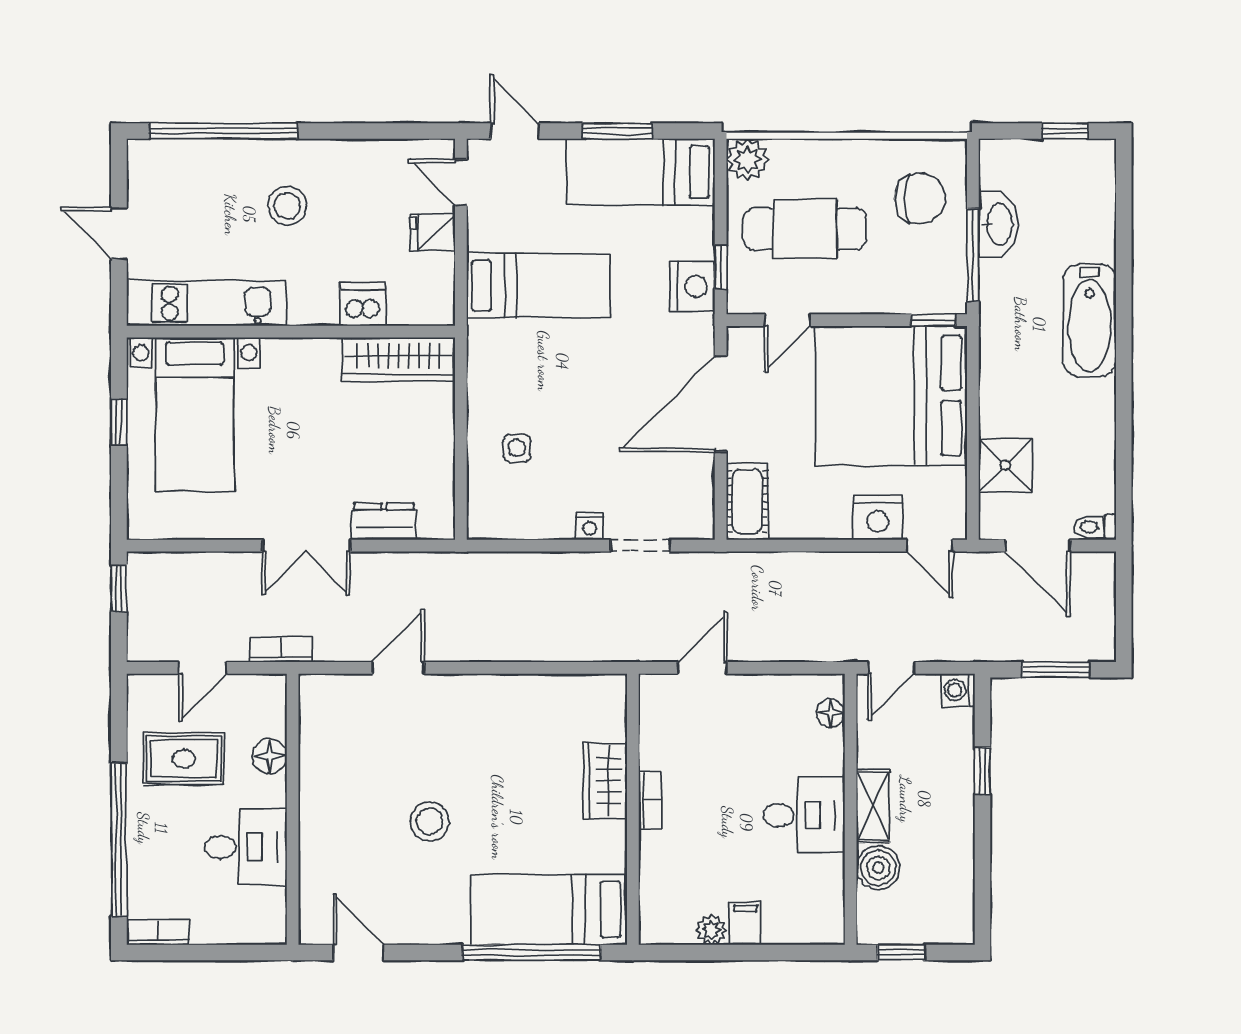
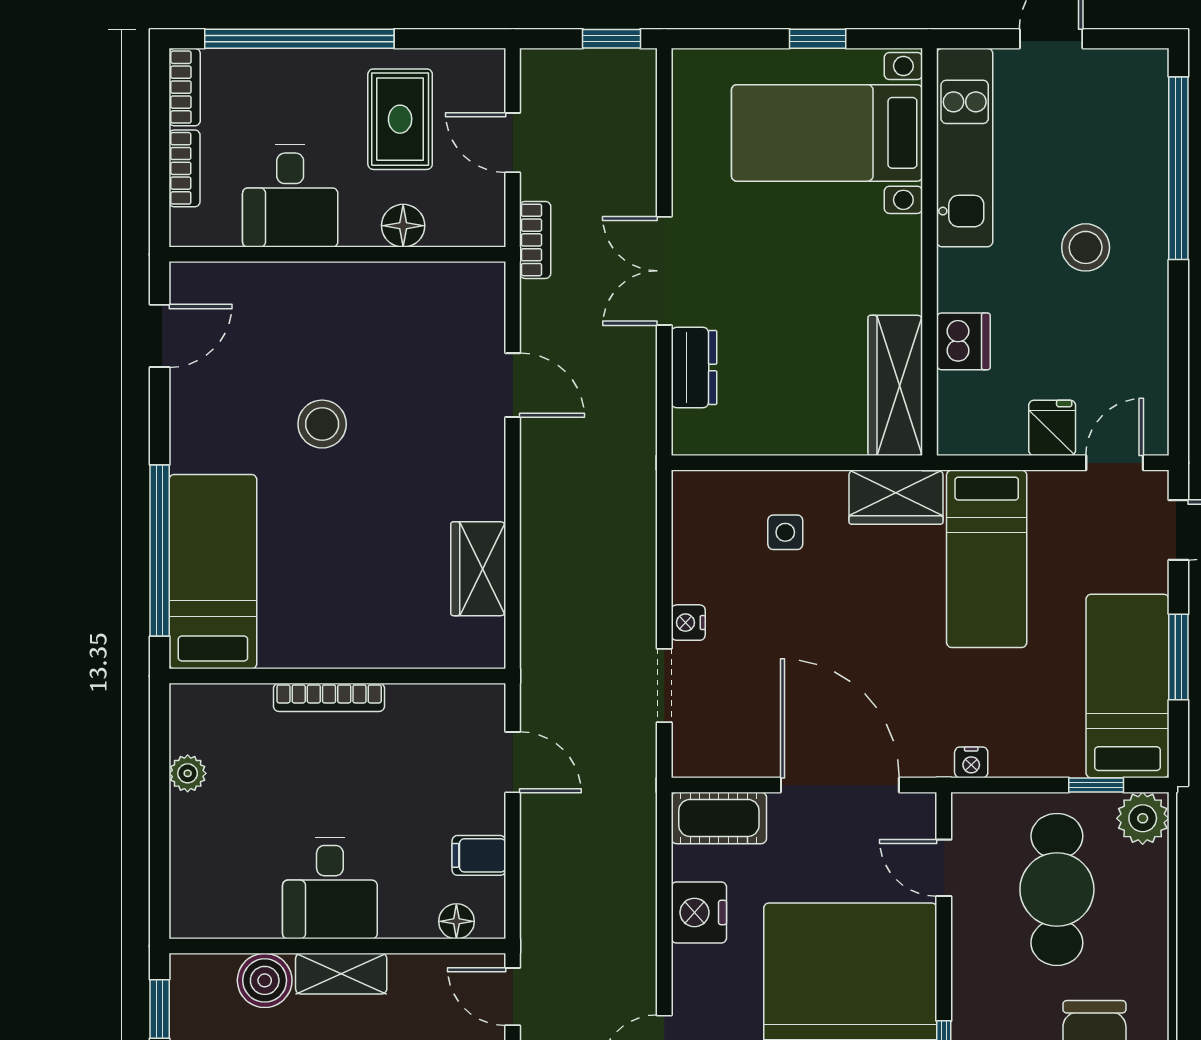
window: (721, 267) -> (1096, 785), moved
nightstand: (692, 286) -> (971, 762), width x0.53, depth x0.56
wardrobe: (489, 359) -> (896, 497), added
nightstand: (878, 518) -> (699, 912), moved
wardrobe: (605, 781) -> (478, 569), moved, turned -90
bookcase: (650, 800) -> (329, 697), width x1.56
filing cabinet: (745, 923) -> (479, 855), moved, turned 180
bookcase: (223, 932) -> (185, 168), added

